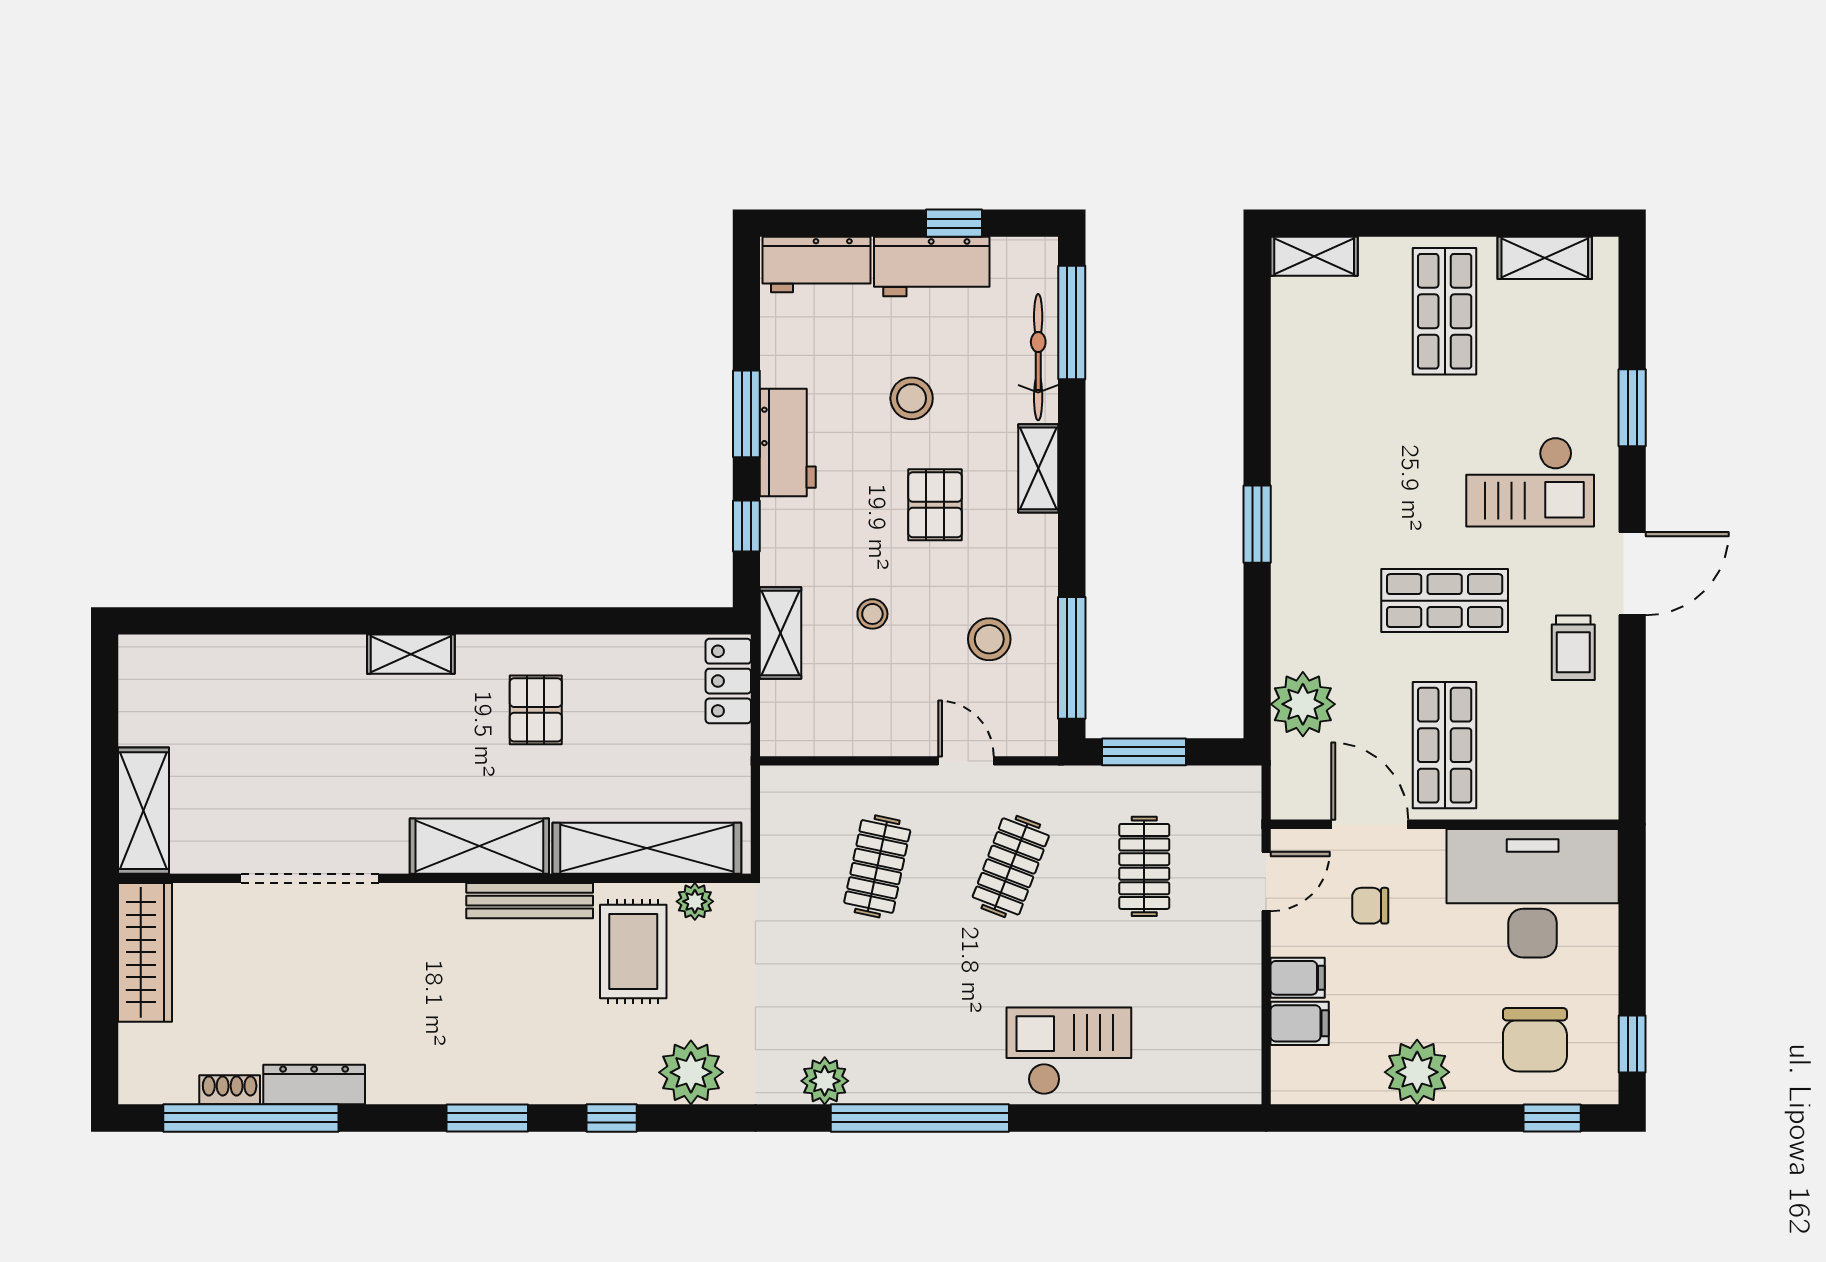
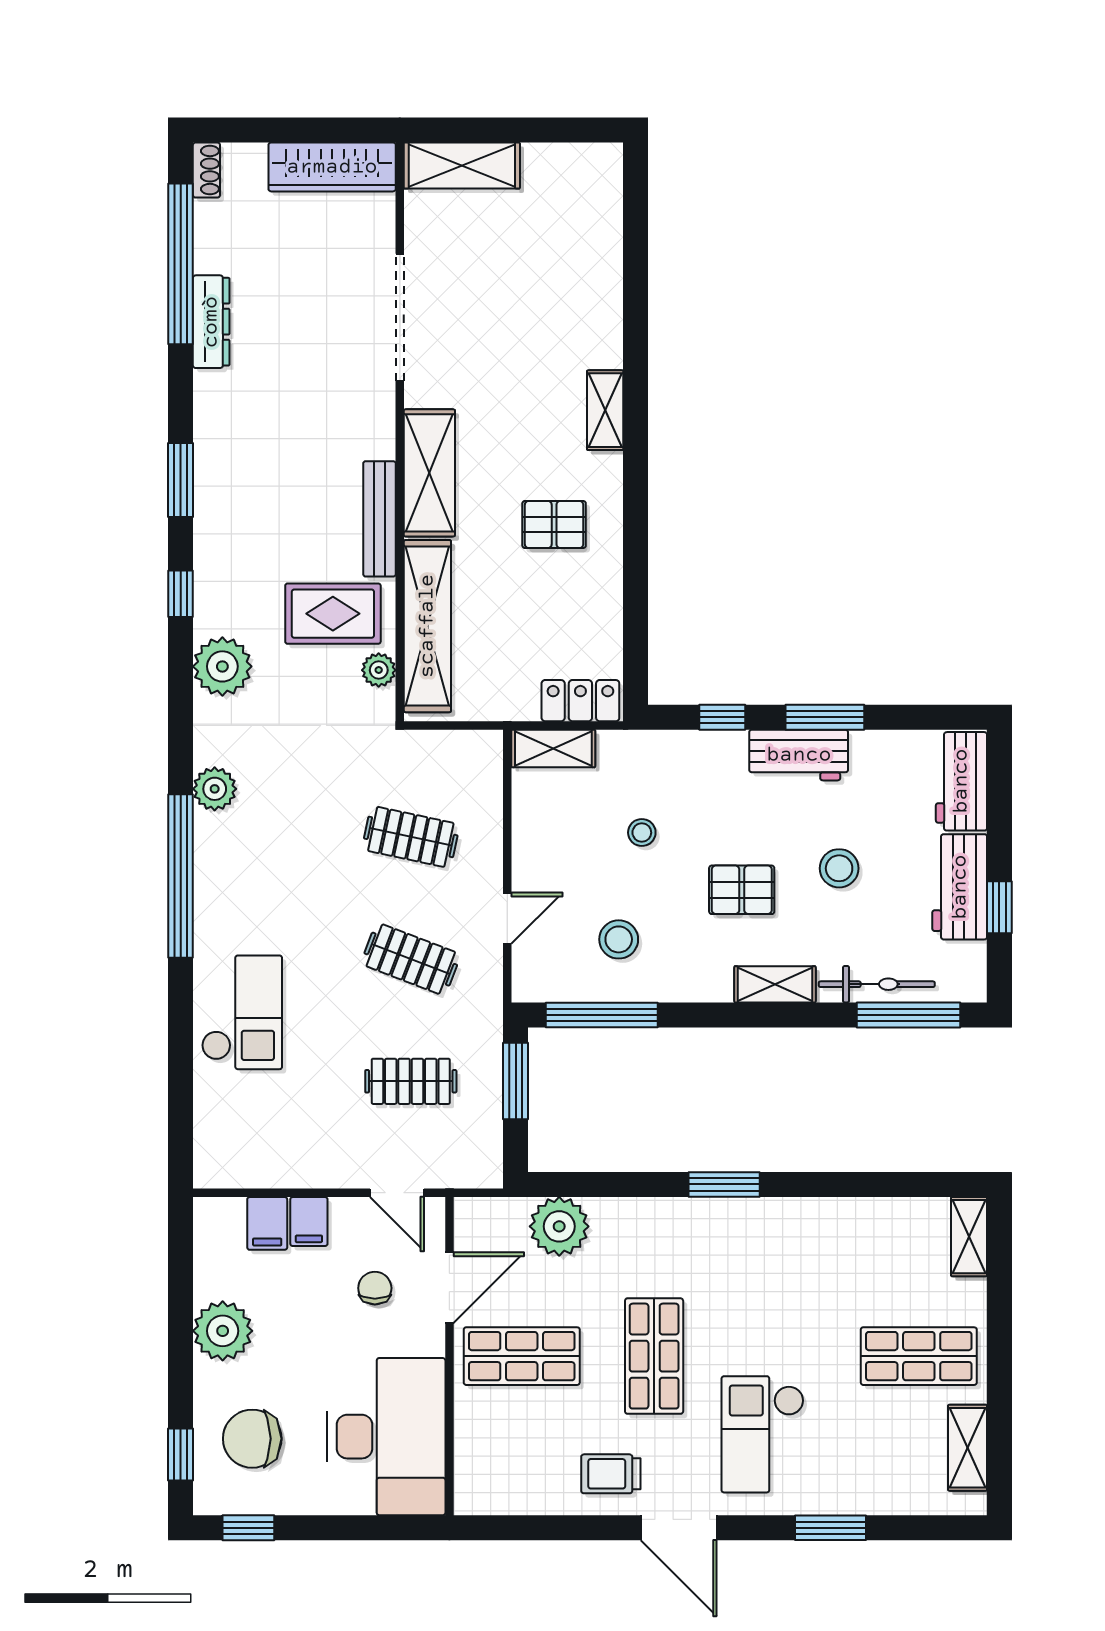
shelving: (781, 633) -> (553, 748), moved
shoe rack: (230, 1090) -> (206, 170), moved

